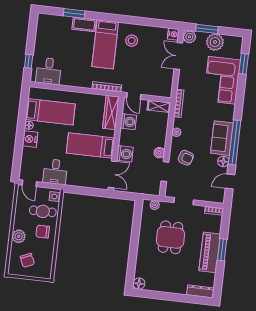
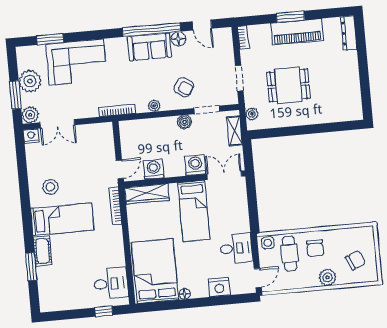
shelving: (159, 106) -> (235, 131), moved
bed: (50, 112) -> (155, 271), width x1.50
nightstand: (30, 139) -> (219, 287), moved
armchair: (186, 158) -> (184, 87), turned 106
floor lamp: (139, 284) -> (355, 113), removed

